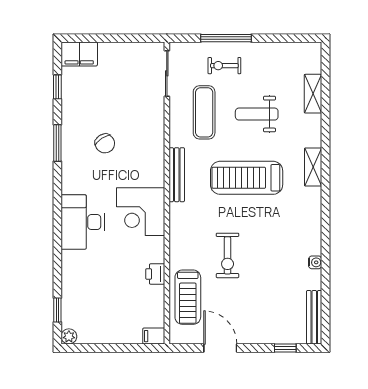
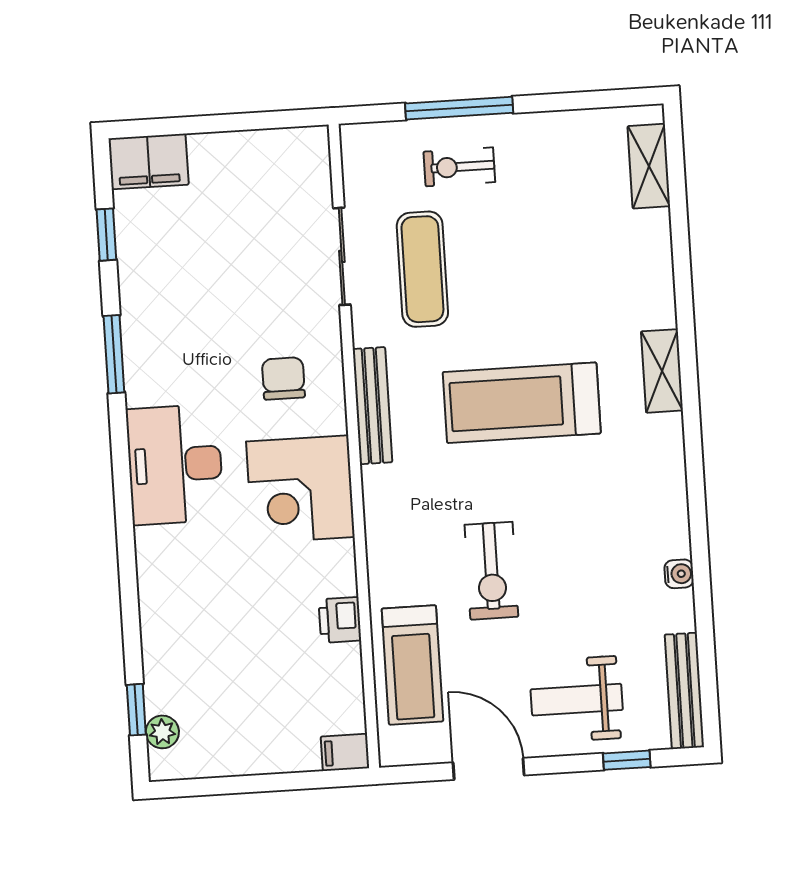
sliding door: (167, 73) -> (342, 256), moved
shelving: (313, 94) -> (649, 166), moved
weight bench: (257, 114) -> (577, 700), moved
chair: (105, 143) -> (283, 378), moved, turned -147
desk: (83, 222) -> (175, 464), moved
plant: (69, 336) -> (162, 732), moved

